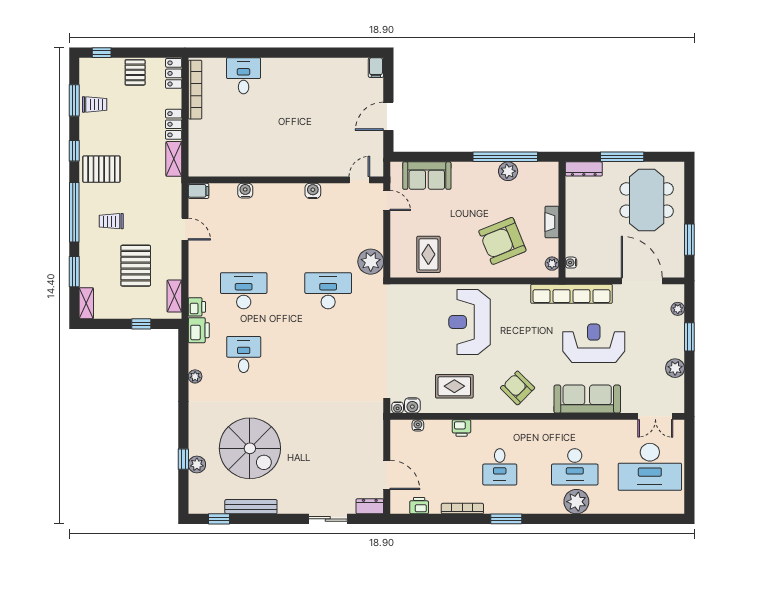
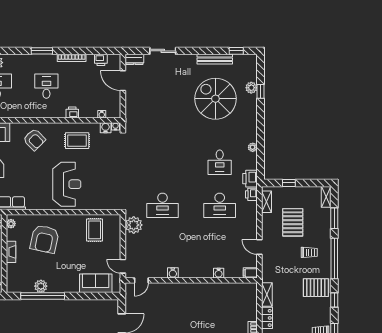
armchair: (502, 241) -> (45, 239), turned 124

